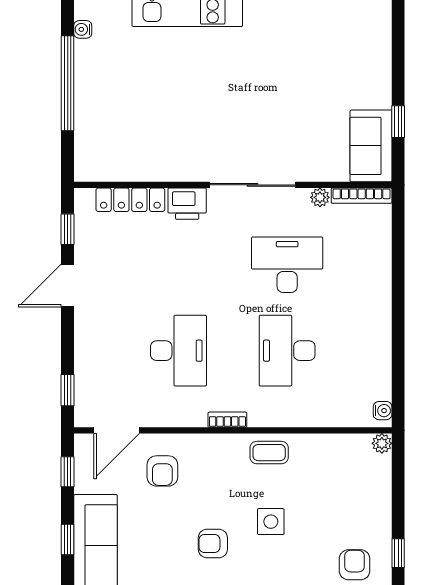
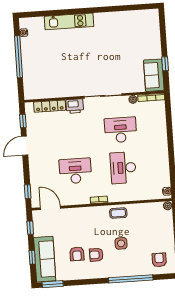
desk: (178, 351) -> (75, 171), turned -90
door: (117, 430) -> (51, 208), swing flipped
armchair: (162, 471) -> (77, 254), moved

